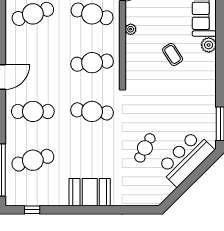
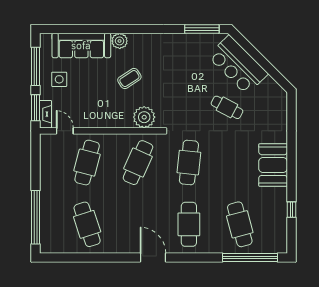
plant: (131, 29) -> (144, 117), moved, width x1.88, depth x1.88
cafe table: (92, 63) -> (138, 163), turned 30
window: (32, 210) -> (291, 210), moved

